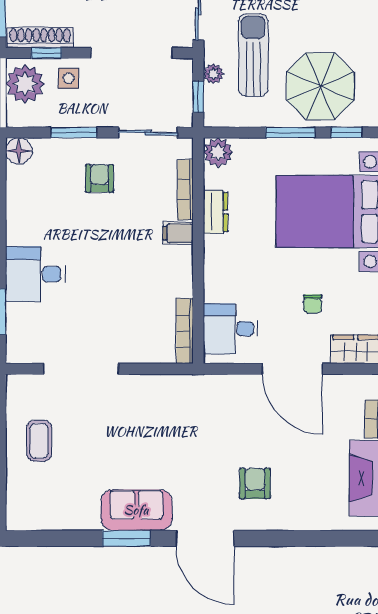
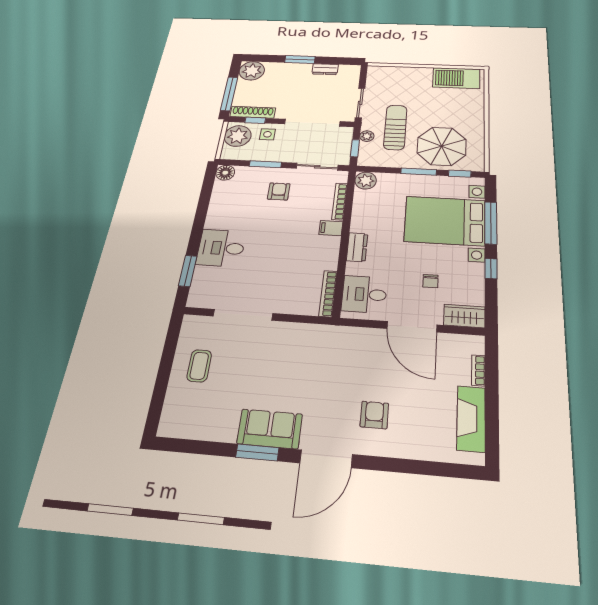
dresser: (216, 212) -> (357, 247), moved
door: (205, 538) -> (326, 459), hinge flipped

